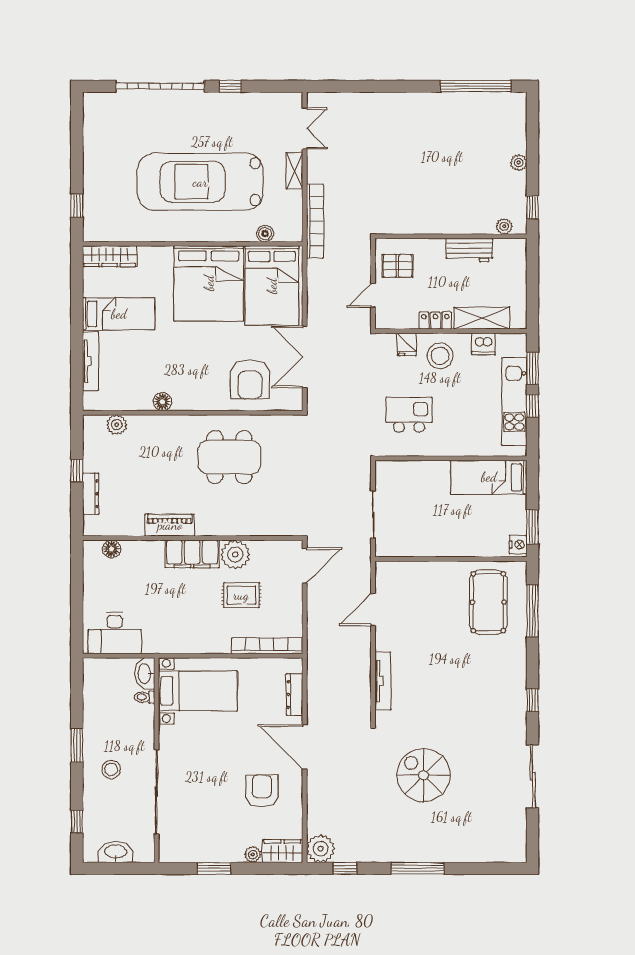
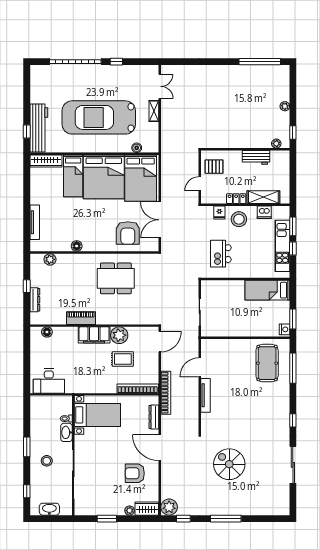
workbench: (98, 200) -> (39, 128), added
bookcase: (315, 221) -> (166, 393), moved
bed: (119, 314) -> (73, 176), moved, turned 90
kitchen island: (409, 415) -> (221, 254), turned -90
washbasin: (145, 674) -> (66, 432), moved
tv unit: (383, 681) -> (205, 395), moved
armchair: (262, 791) -> (135, 473), turned -90

